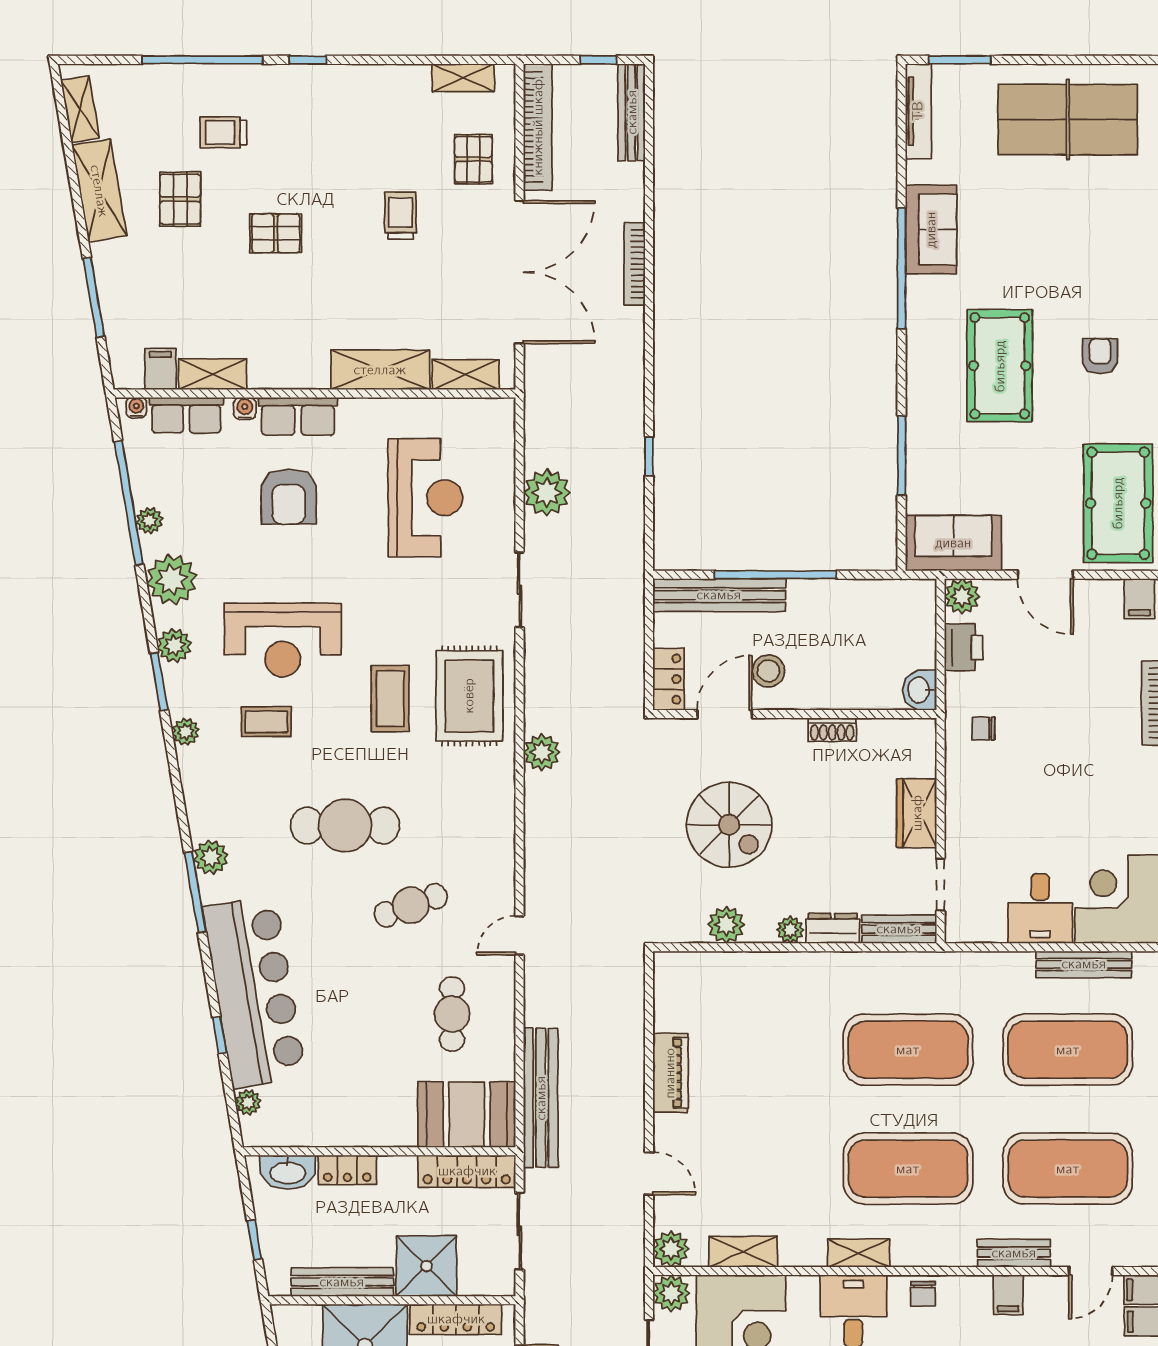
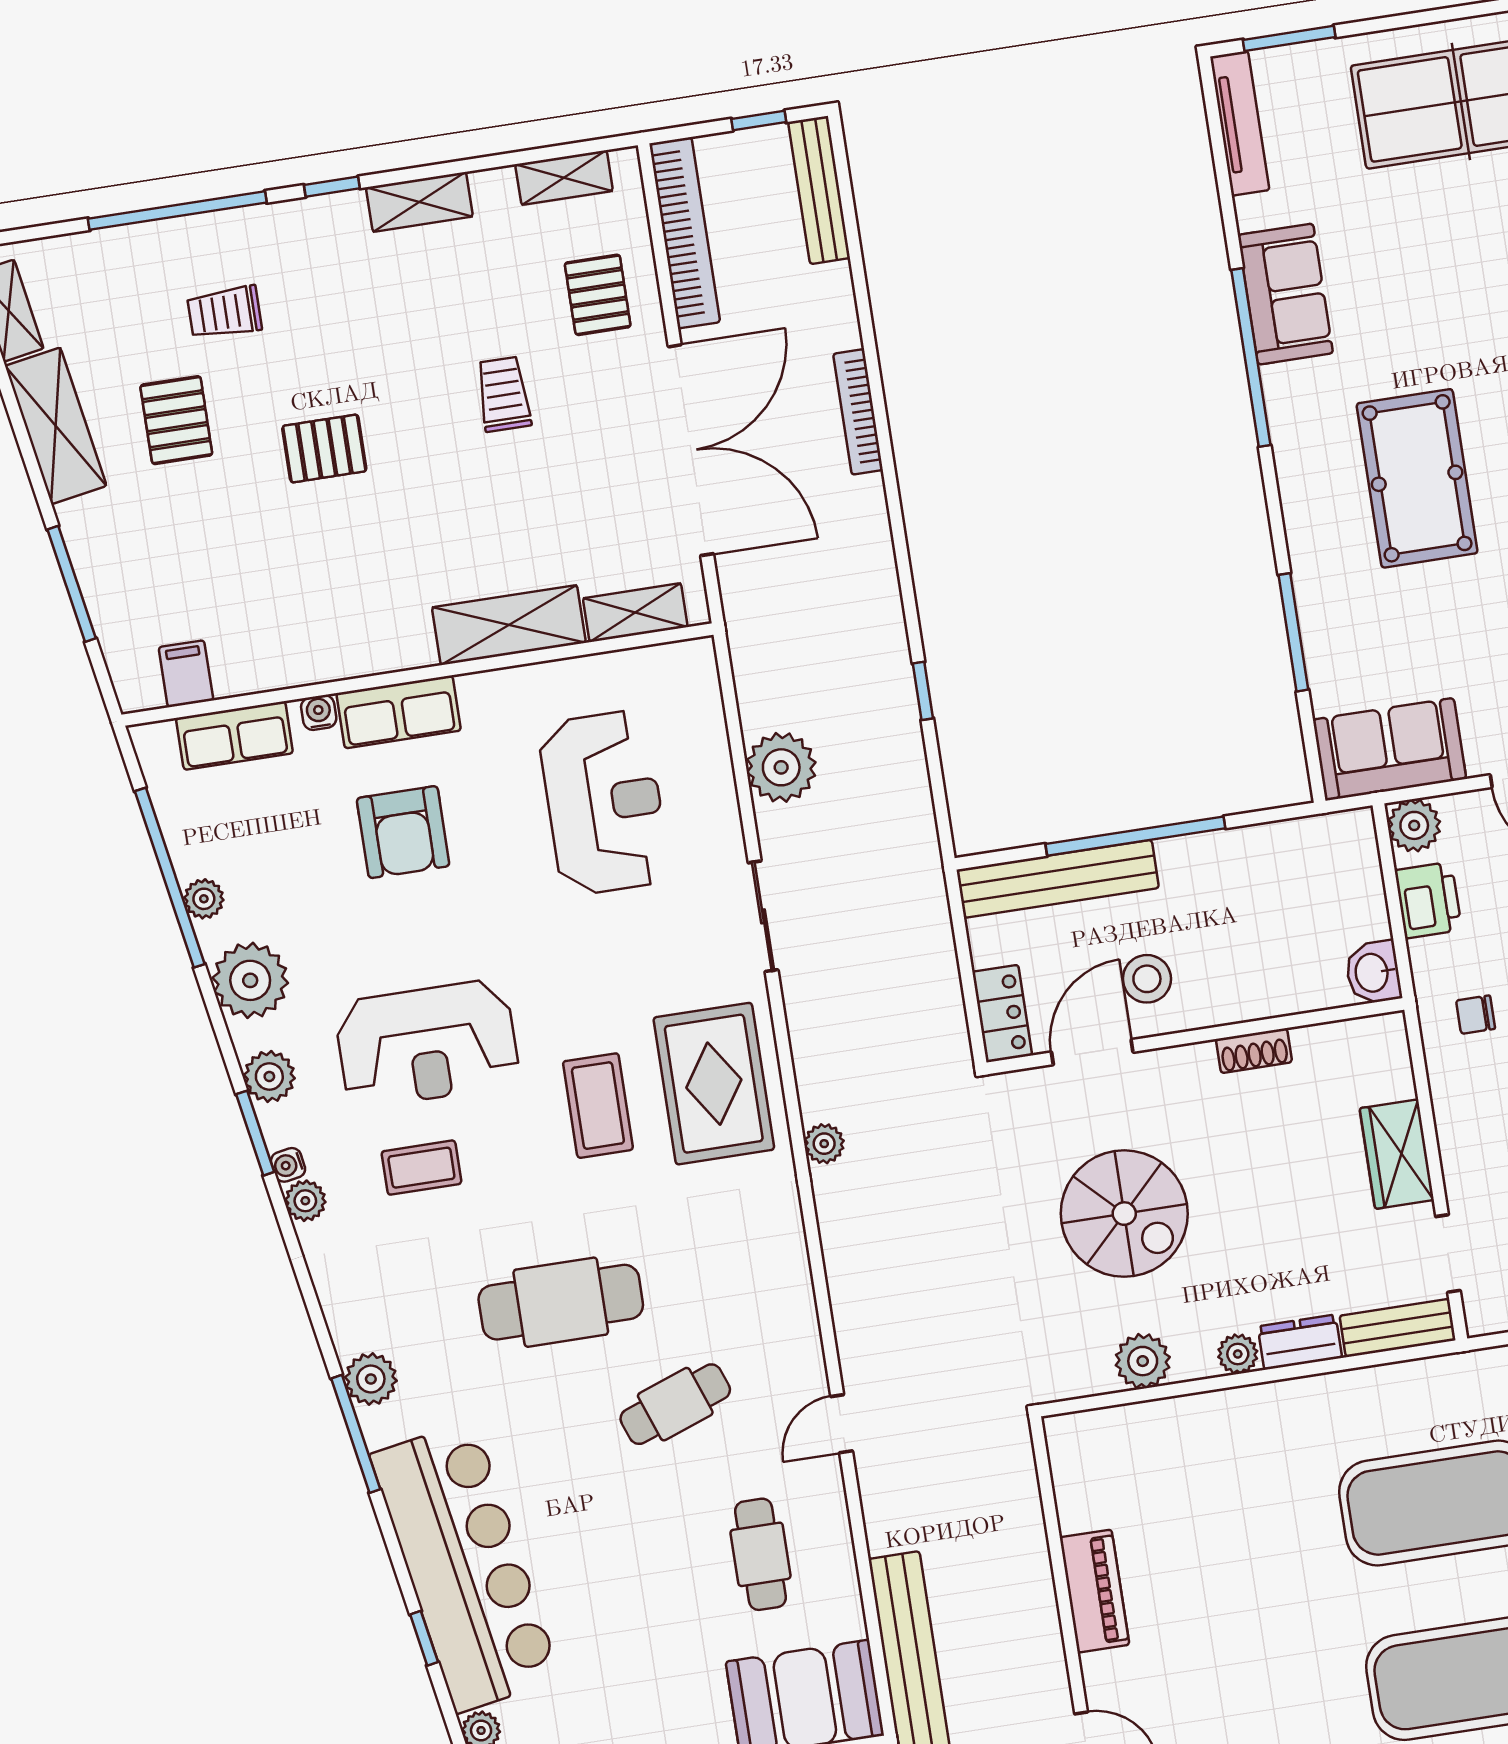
shelving: (213, 374) -> (419, 202), moved
water cooler: (136, 408) -> (288, 1165), moved, turned -100
plant: (542, 752) -> (824, 1144), width x0.73, depth x0.73

